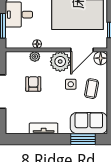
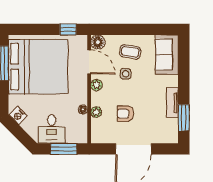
plant: (60, 62) -> (96, 85), width x0.53, depth x0.53
window: (83, 139) -> (184, 118), moved

